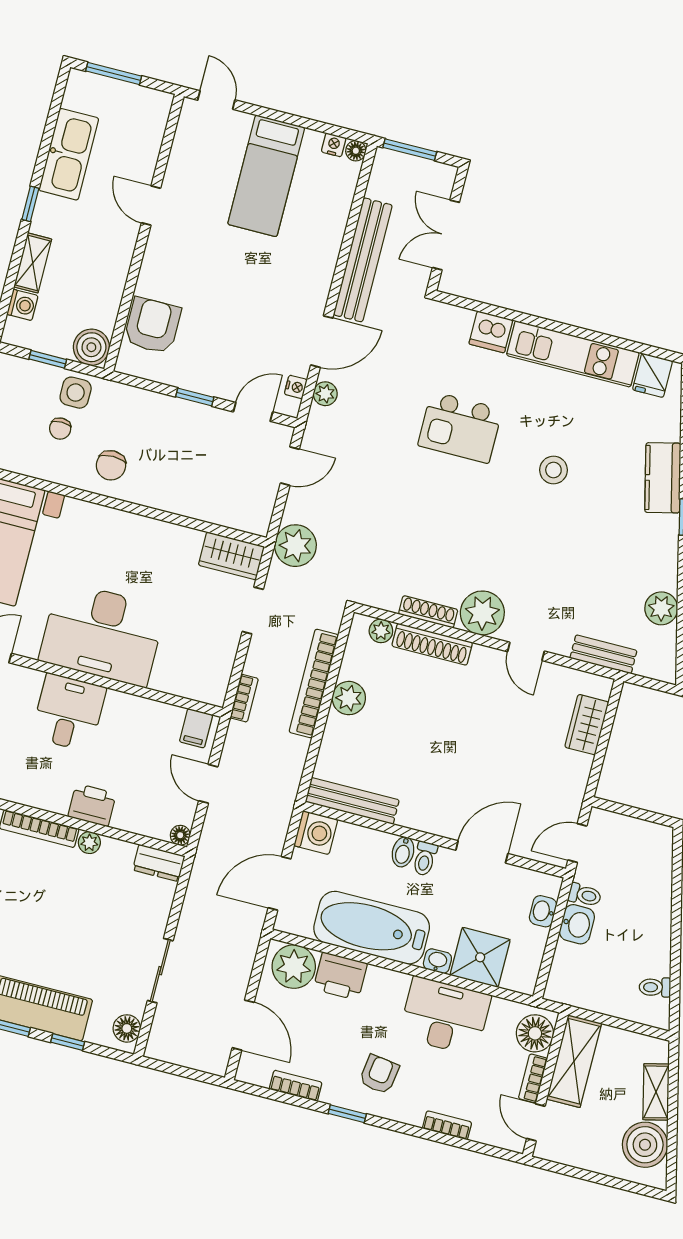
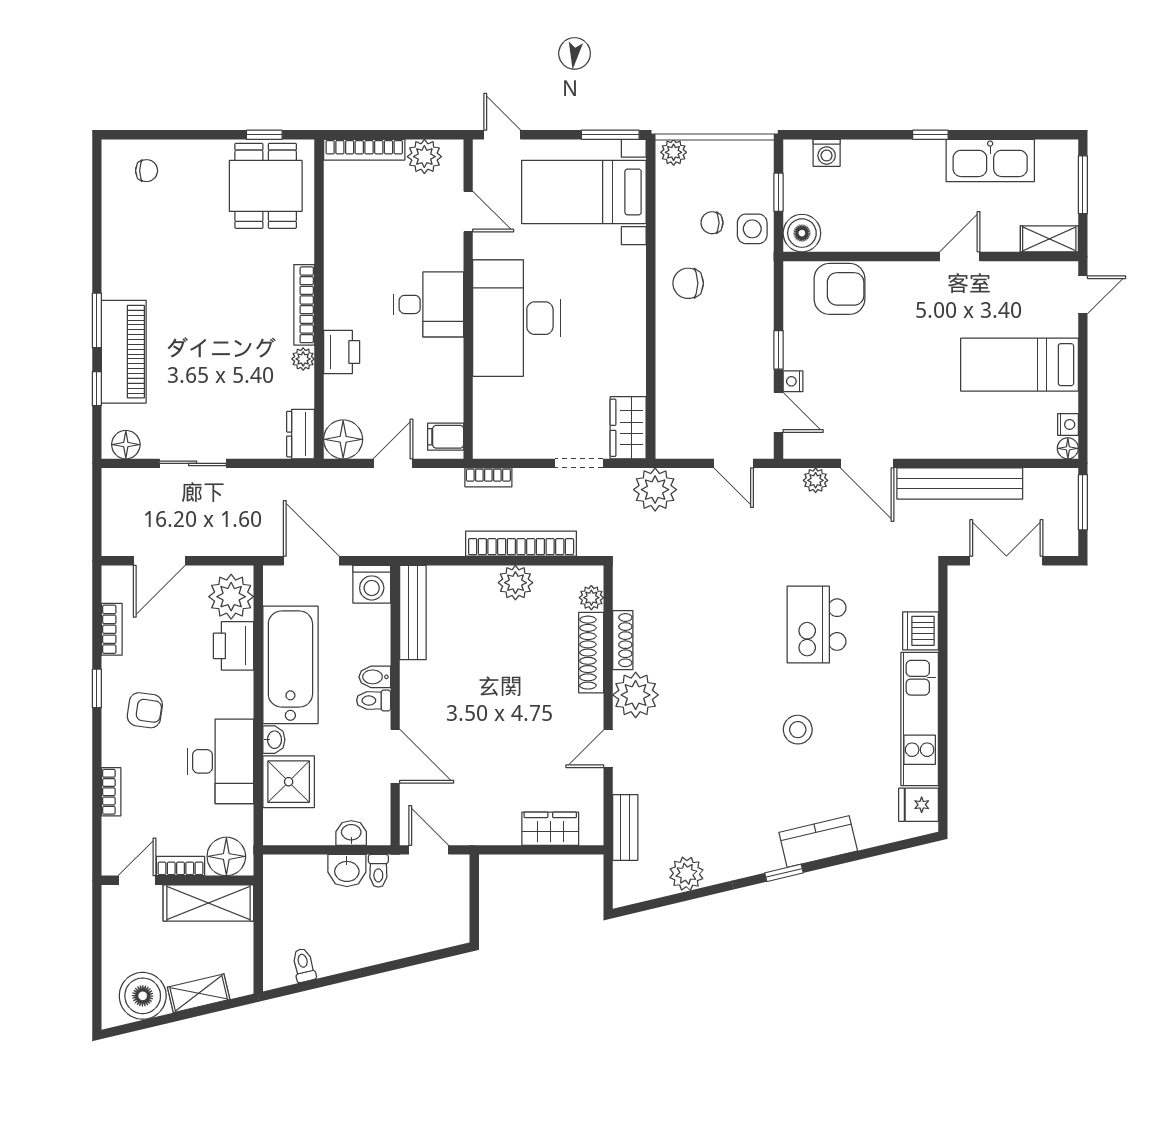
shelving: (33, 263) -> (1049, 239), moved
nightstand: (296, 387) -> (793, 381), moved, turned 90
floor lamp: (180, 835) -> (343, 439), width x1.89, depth x1.89

